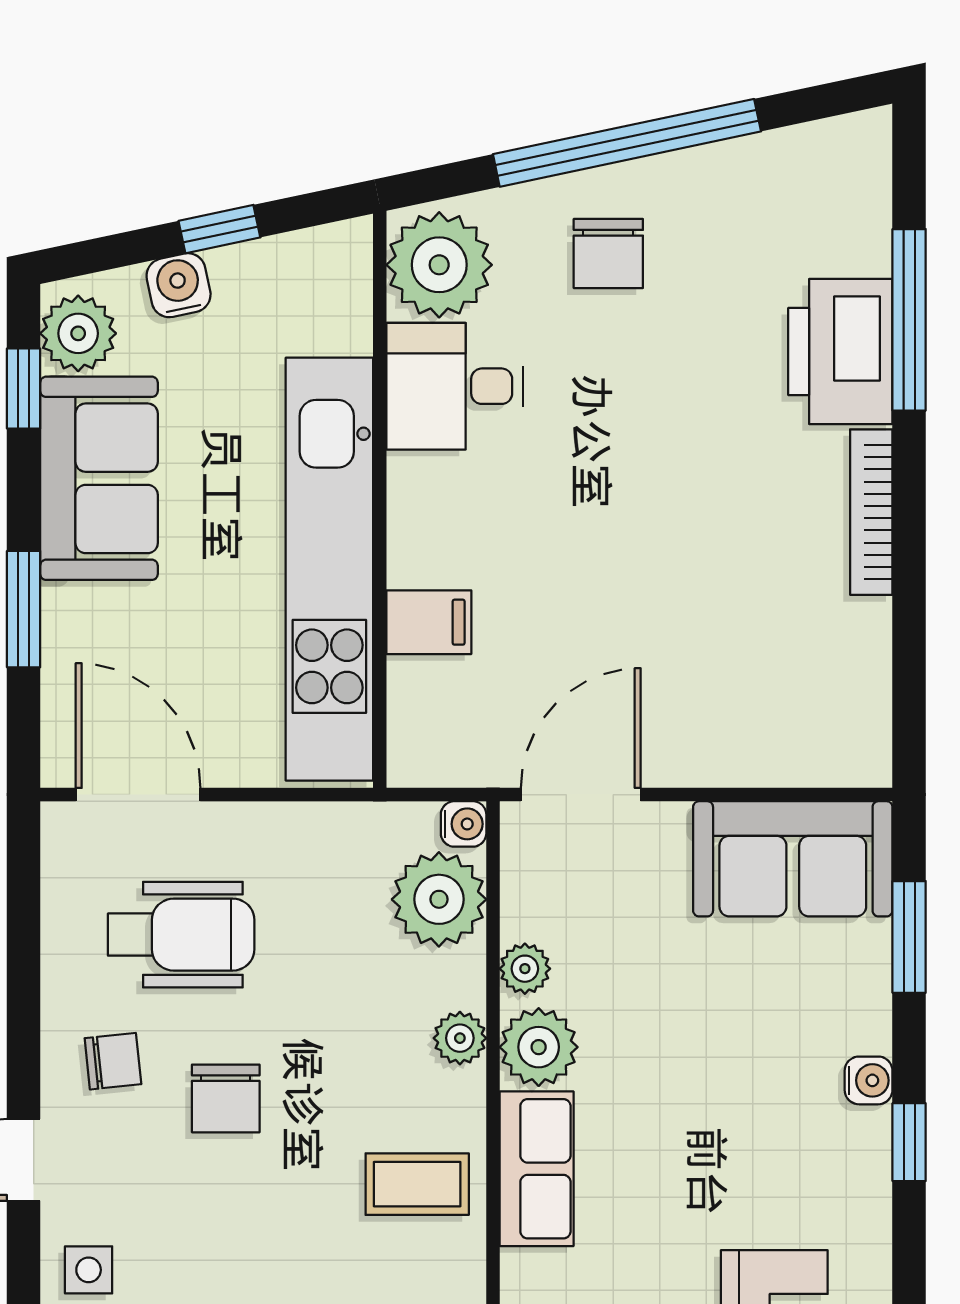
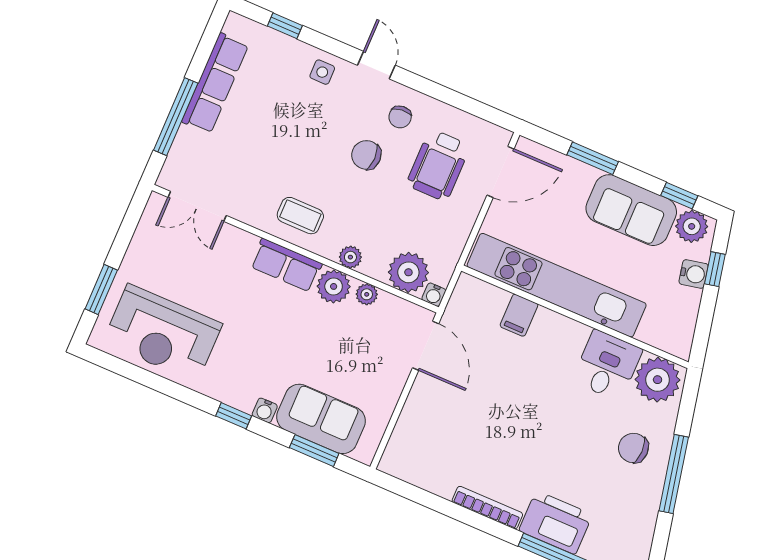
window: (627, 143) -> (674, 474), width x0.68
window: (219, 229) -> (715, 269), moved
sofa: (793, 859) -> (321, 419), moved, turned 90
coffee table: (417, 1184) -> (300, 216), turned 90

